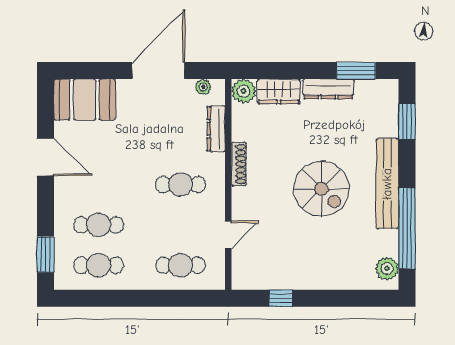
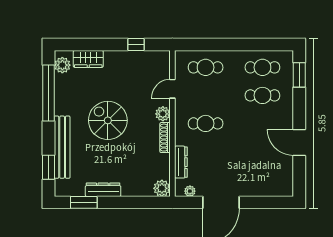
wardrobe: (279, 91) -> (88, 59), moved, turned 180
booth: (85, 100) -> (272, 182), removed
bench: (387, 184) -> (62, 147), moved
plant: (242, 198) -> (163, 114), added

